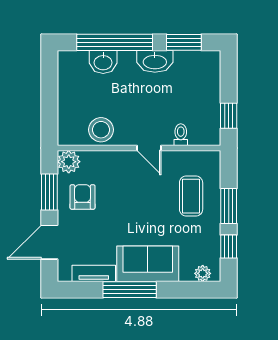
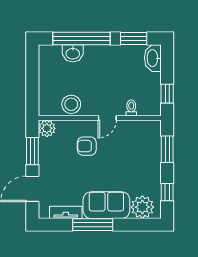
washbasin: (155, 61) -> (153, 58), moved, turned 90
door: (149, 148) -> (107, 118), hinge flipped
coffee table: (191, 196) -> (139, 154), removed
armchair: (83, 197) -> (87, 146), moved, turned -90
window: (229, 206) -> (167, 149), moved
plant: (203, 273) -> (142, 207), width x1.87, depth x1.87

